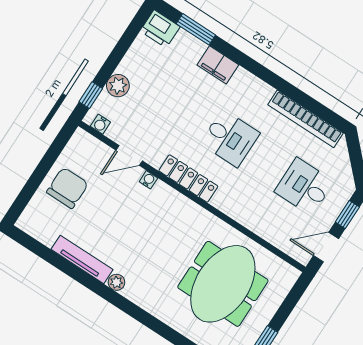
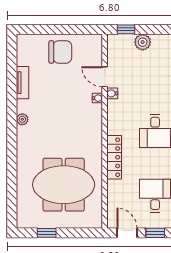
water cooler: (100, 124) -> (112, 93), moved
locker: (188, 178) -> (114, 157), moved
tv unit: (82, 259) -> (23, 83), width x0.71

